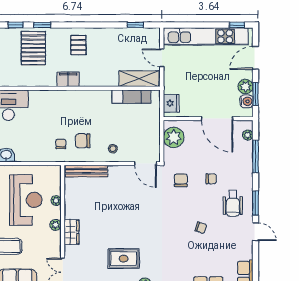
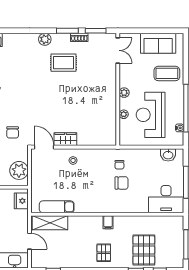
filing cabinet: (68, 79) -> (108, 222), width x0.50
chair: (83, 141) -> (122, 183), moved
bench: (87, 171) -> (96, 140), removed
wardrobe: (72, 232) -> (65, 139), moved, turned 90

